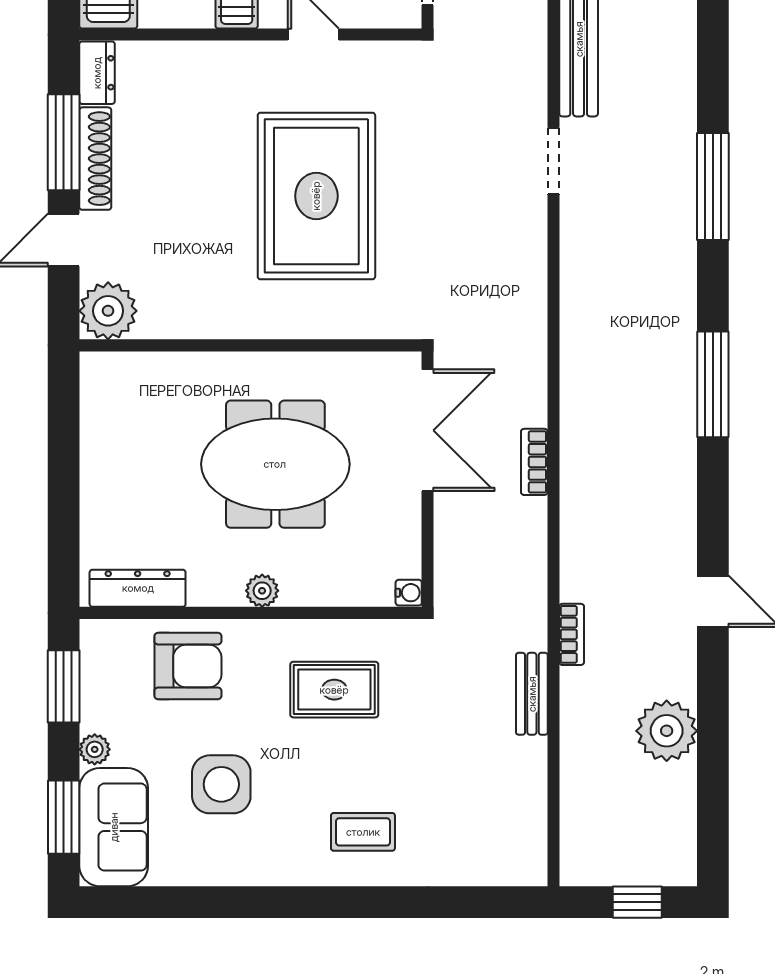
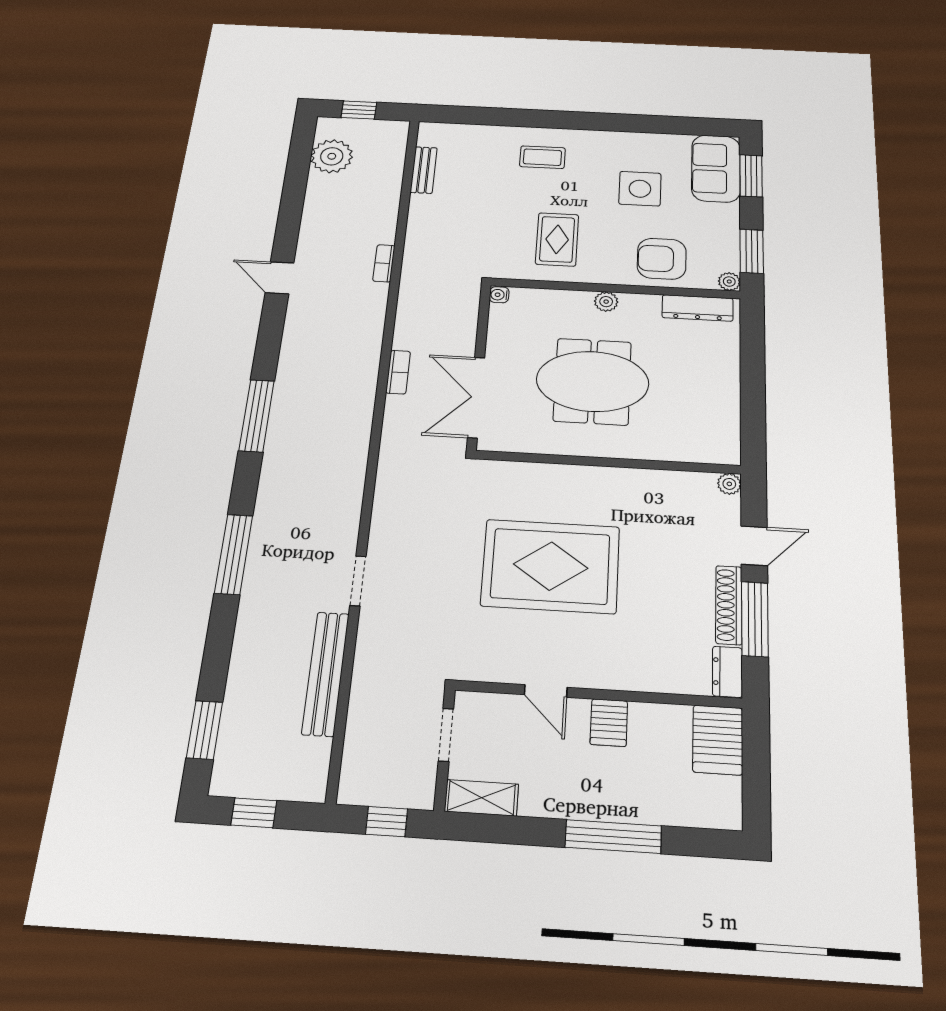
rug: (316, 196) -> (551, 566), turned 90
plant: (108, 311) -> (729, 484), width x0.53, depth x0.53
rug: (334, 690) -> (557, 239), turned 90
bench: (532, 694) -> (424, 170), moved
plant: (667, 731) -> (332, 156), moved
plant: (95, 749) -> (729, 282), moved

